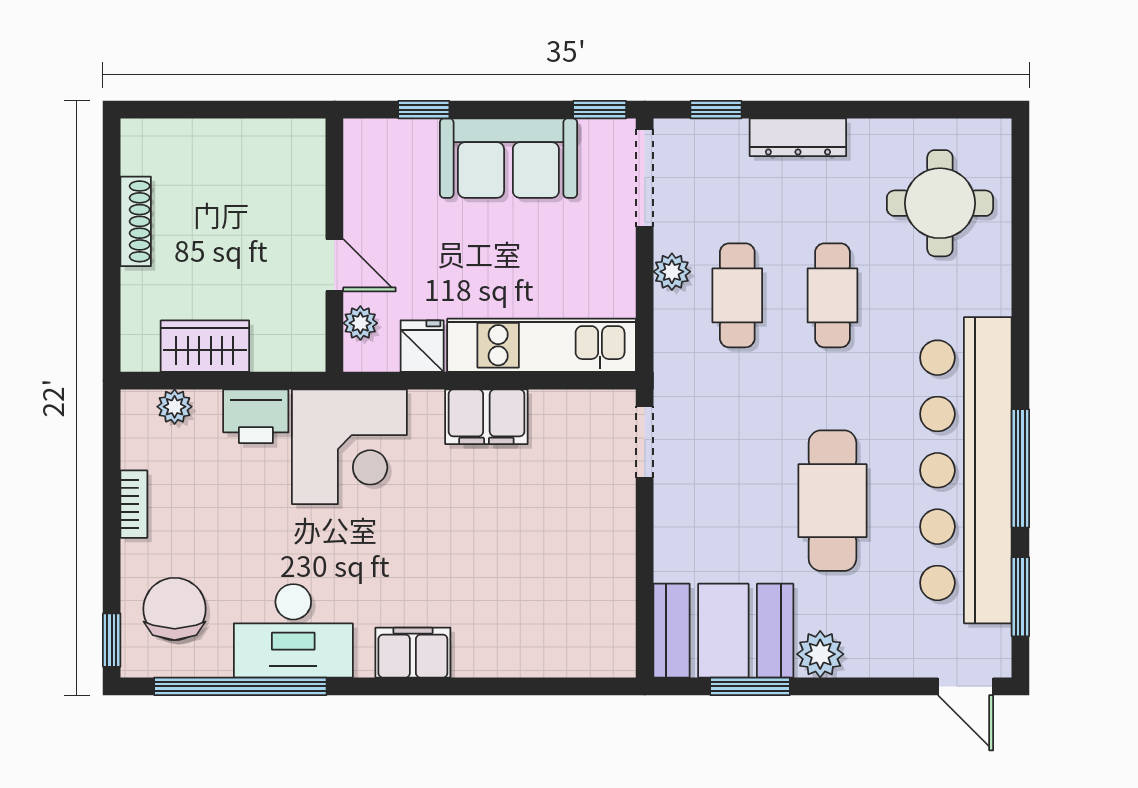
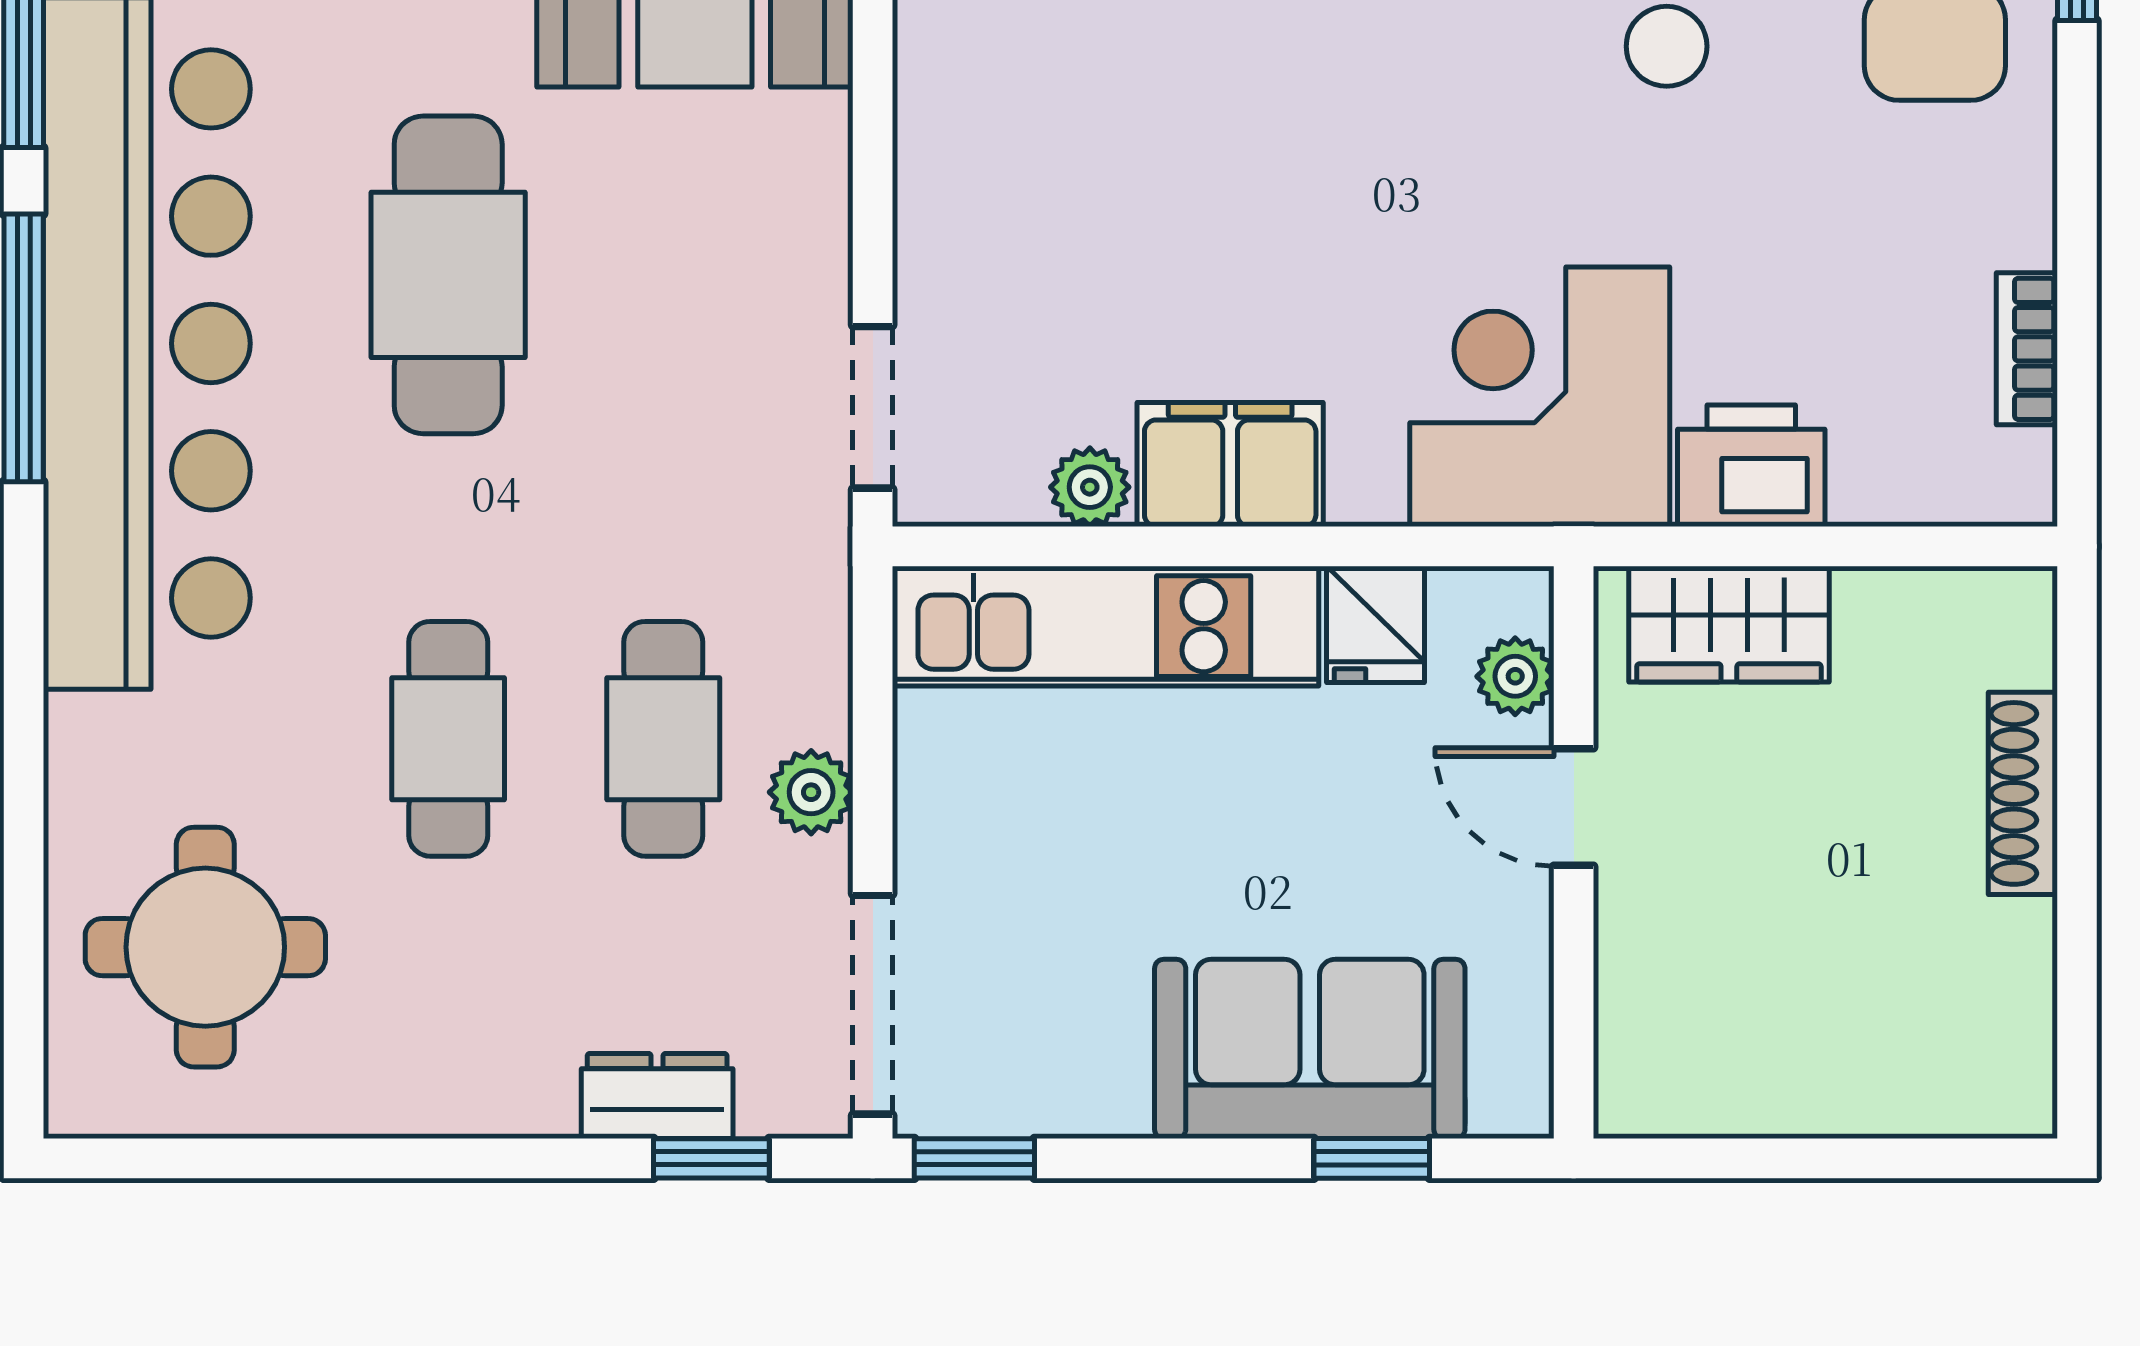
dresser: (798, 137) -> (657, 1096), moved, width x0.70
sofa: (508, 158) -> (1310, 1049), moved
shoe rack: (136, 221) -> (2023, 793), moved
wardrobe: (205, 346) -> (1729, 624), moved
plant: (175, 407) -> (1090, 487), moved
bookcase: (134, 504) -> (2027, 349), moved

